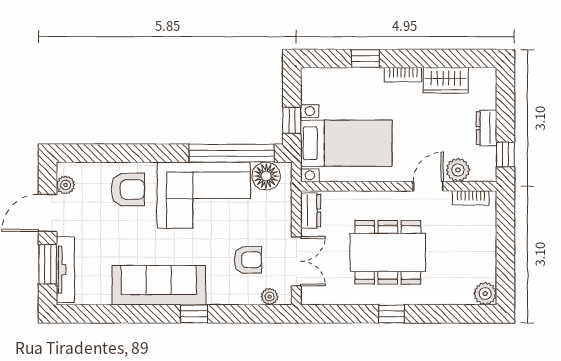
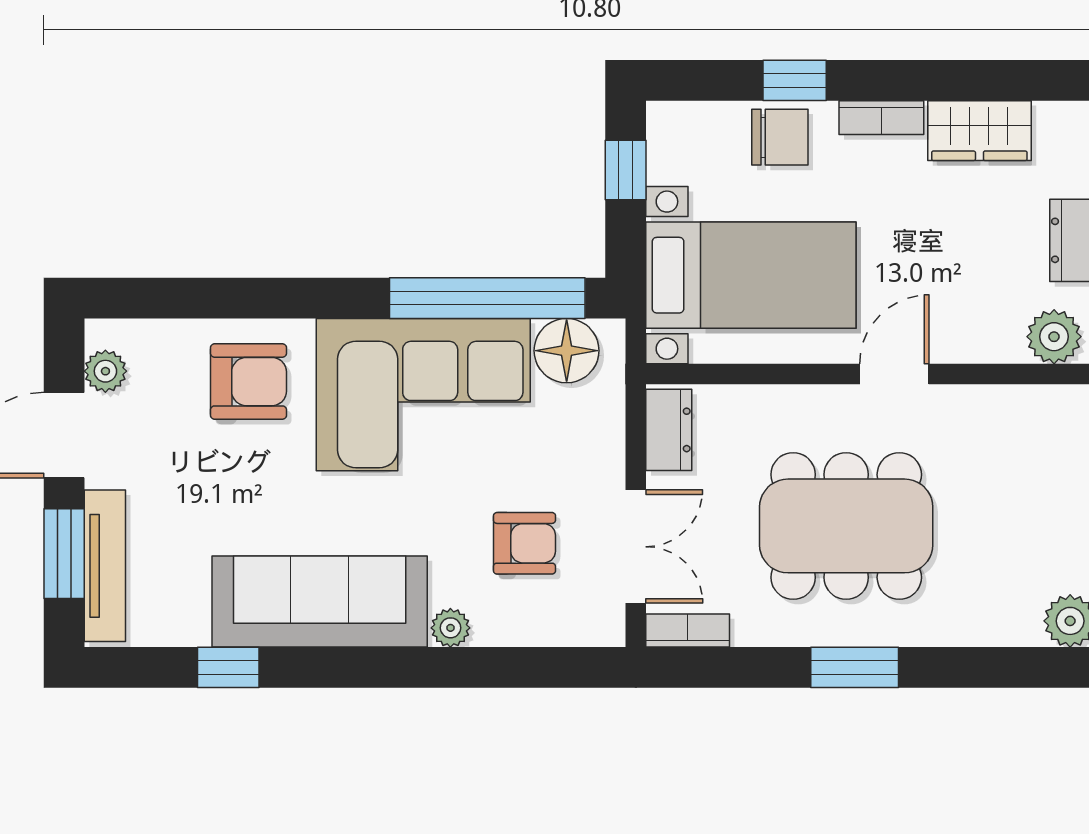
chair: (359, 83) -> (780, 137), added
window: (292, 120) -> (626, 170), moved
plant: (458, 170) -> (1054, 337), moved
door: (428, 186) -> (894, 374), moved
bookcase: (471, 198) -> (688, 631), moved, turned 180
plant: (270, 297) -> (450, 628), moved
window: (194, 314) -> (228, 667), moved
window: (391, 314) -> (855, 667), width x1.50

